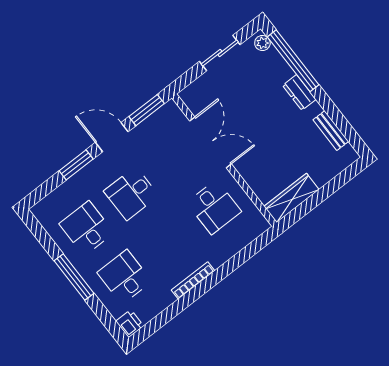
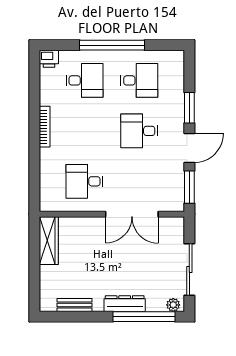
sliding door: (220, 53) -> (189, 269), width x1.37
dresser: (299, 92) -> (125, 304), width x1.44
desk: (131, 193) -> (139, 131), turned -90
window: (74, 277) -> (112, 45), width x1.46

